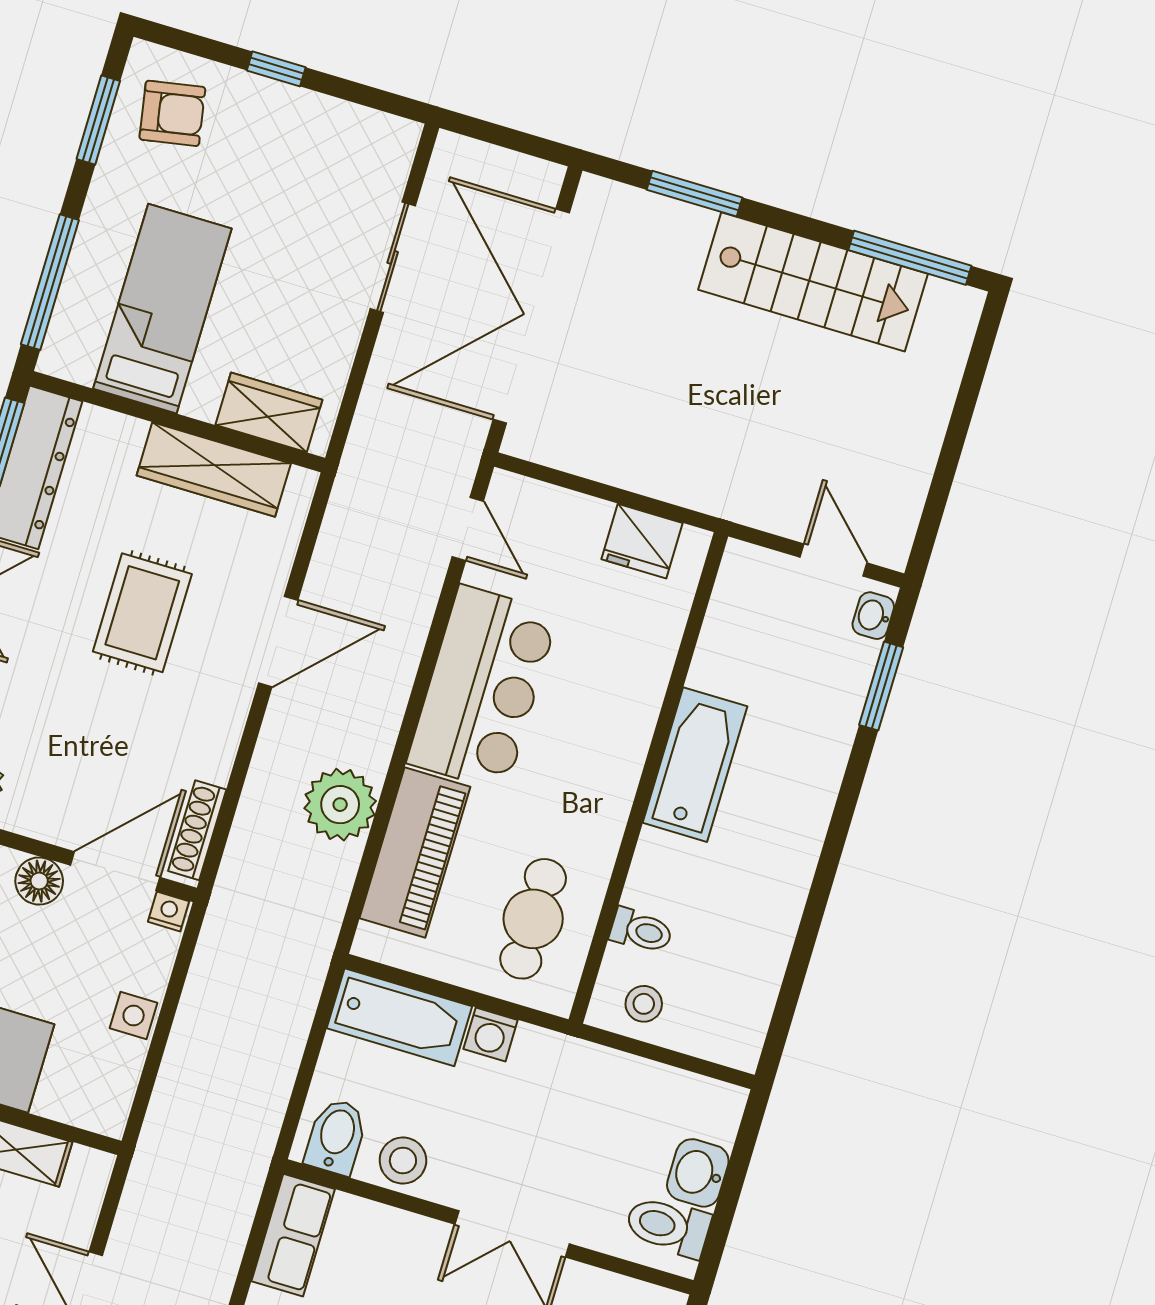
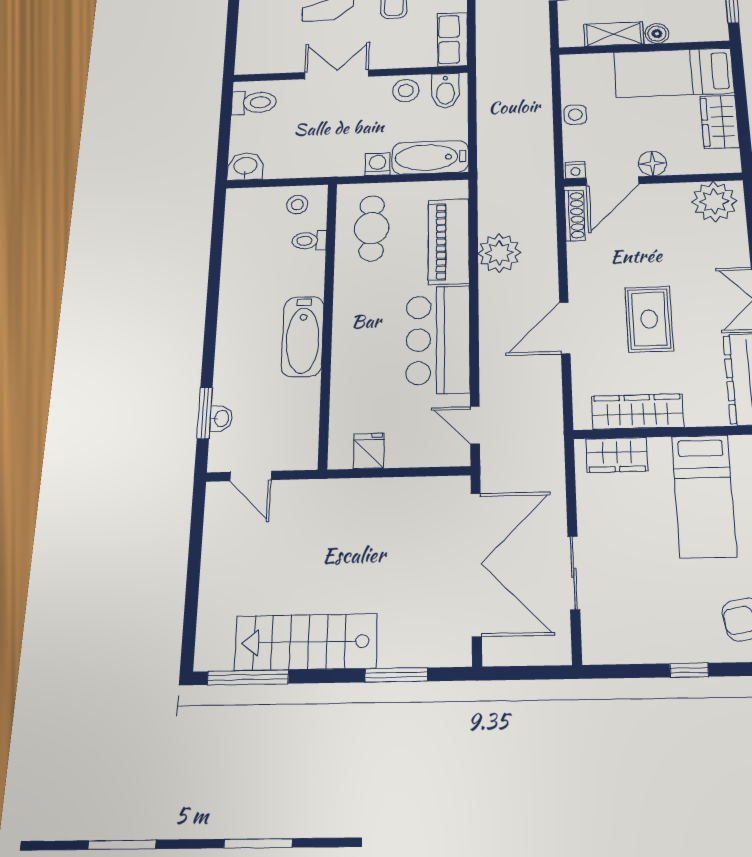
fridge: (642, 541) -> (369, 451), width x0.72
washbasin: (873, 616) -> (221, 418), moved
washbasin: (698, 1173) -> (245, 166), moved, turned -90

